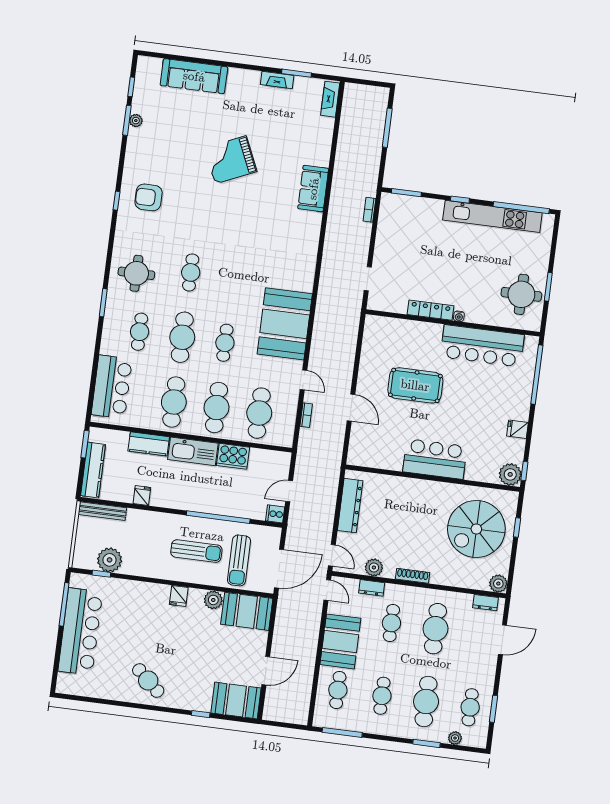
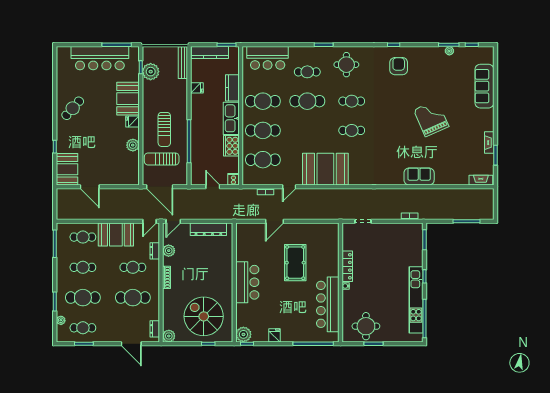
cafe table: (225, 343) -> (352, 130), moved
cooker: (275, 514) -> (233, 179), moved
booth: (247, 611) -> (128, 99), moved

